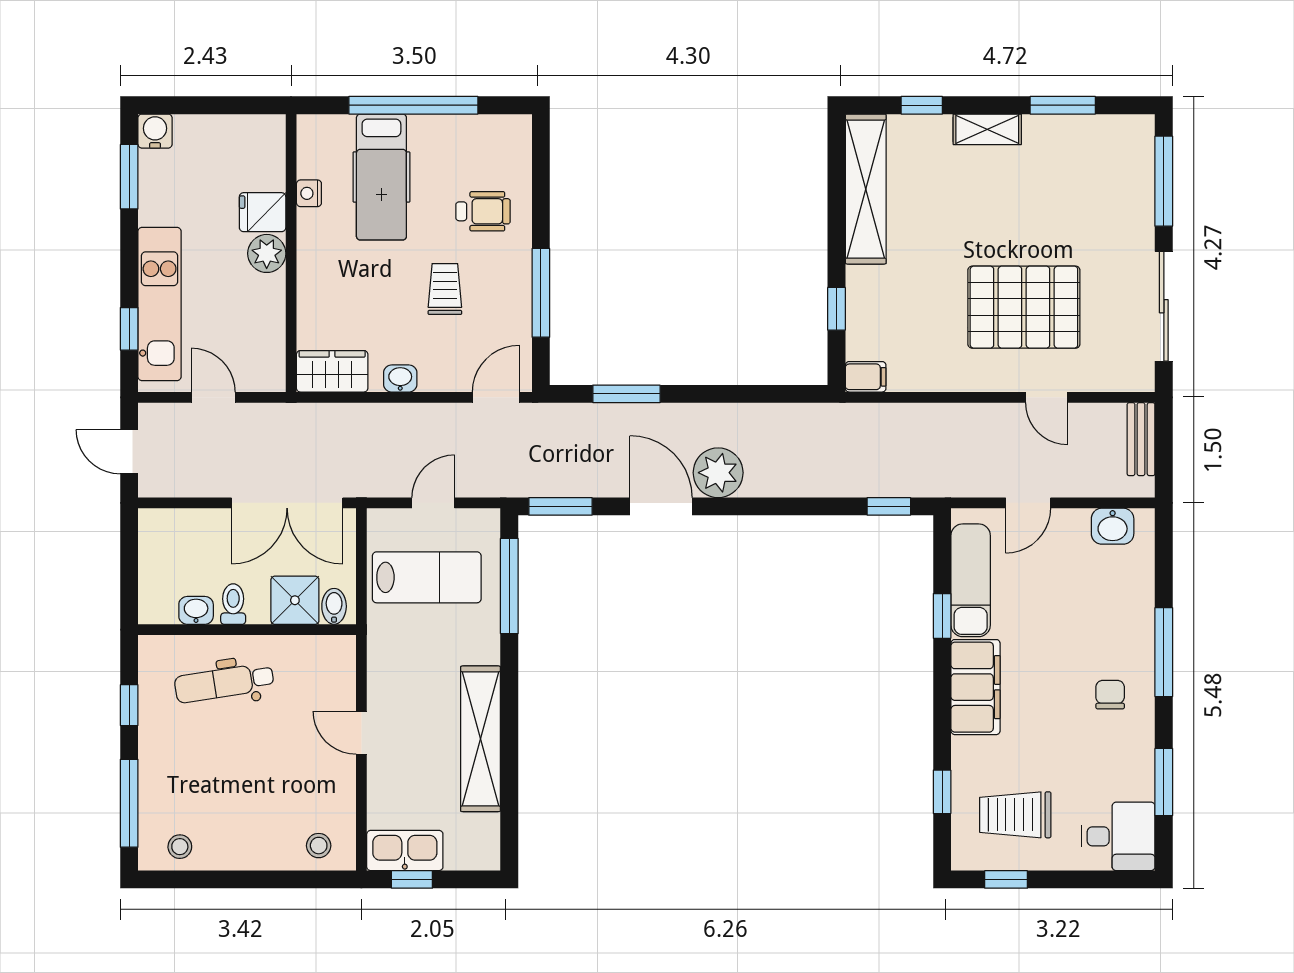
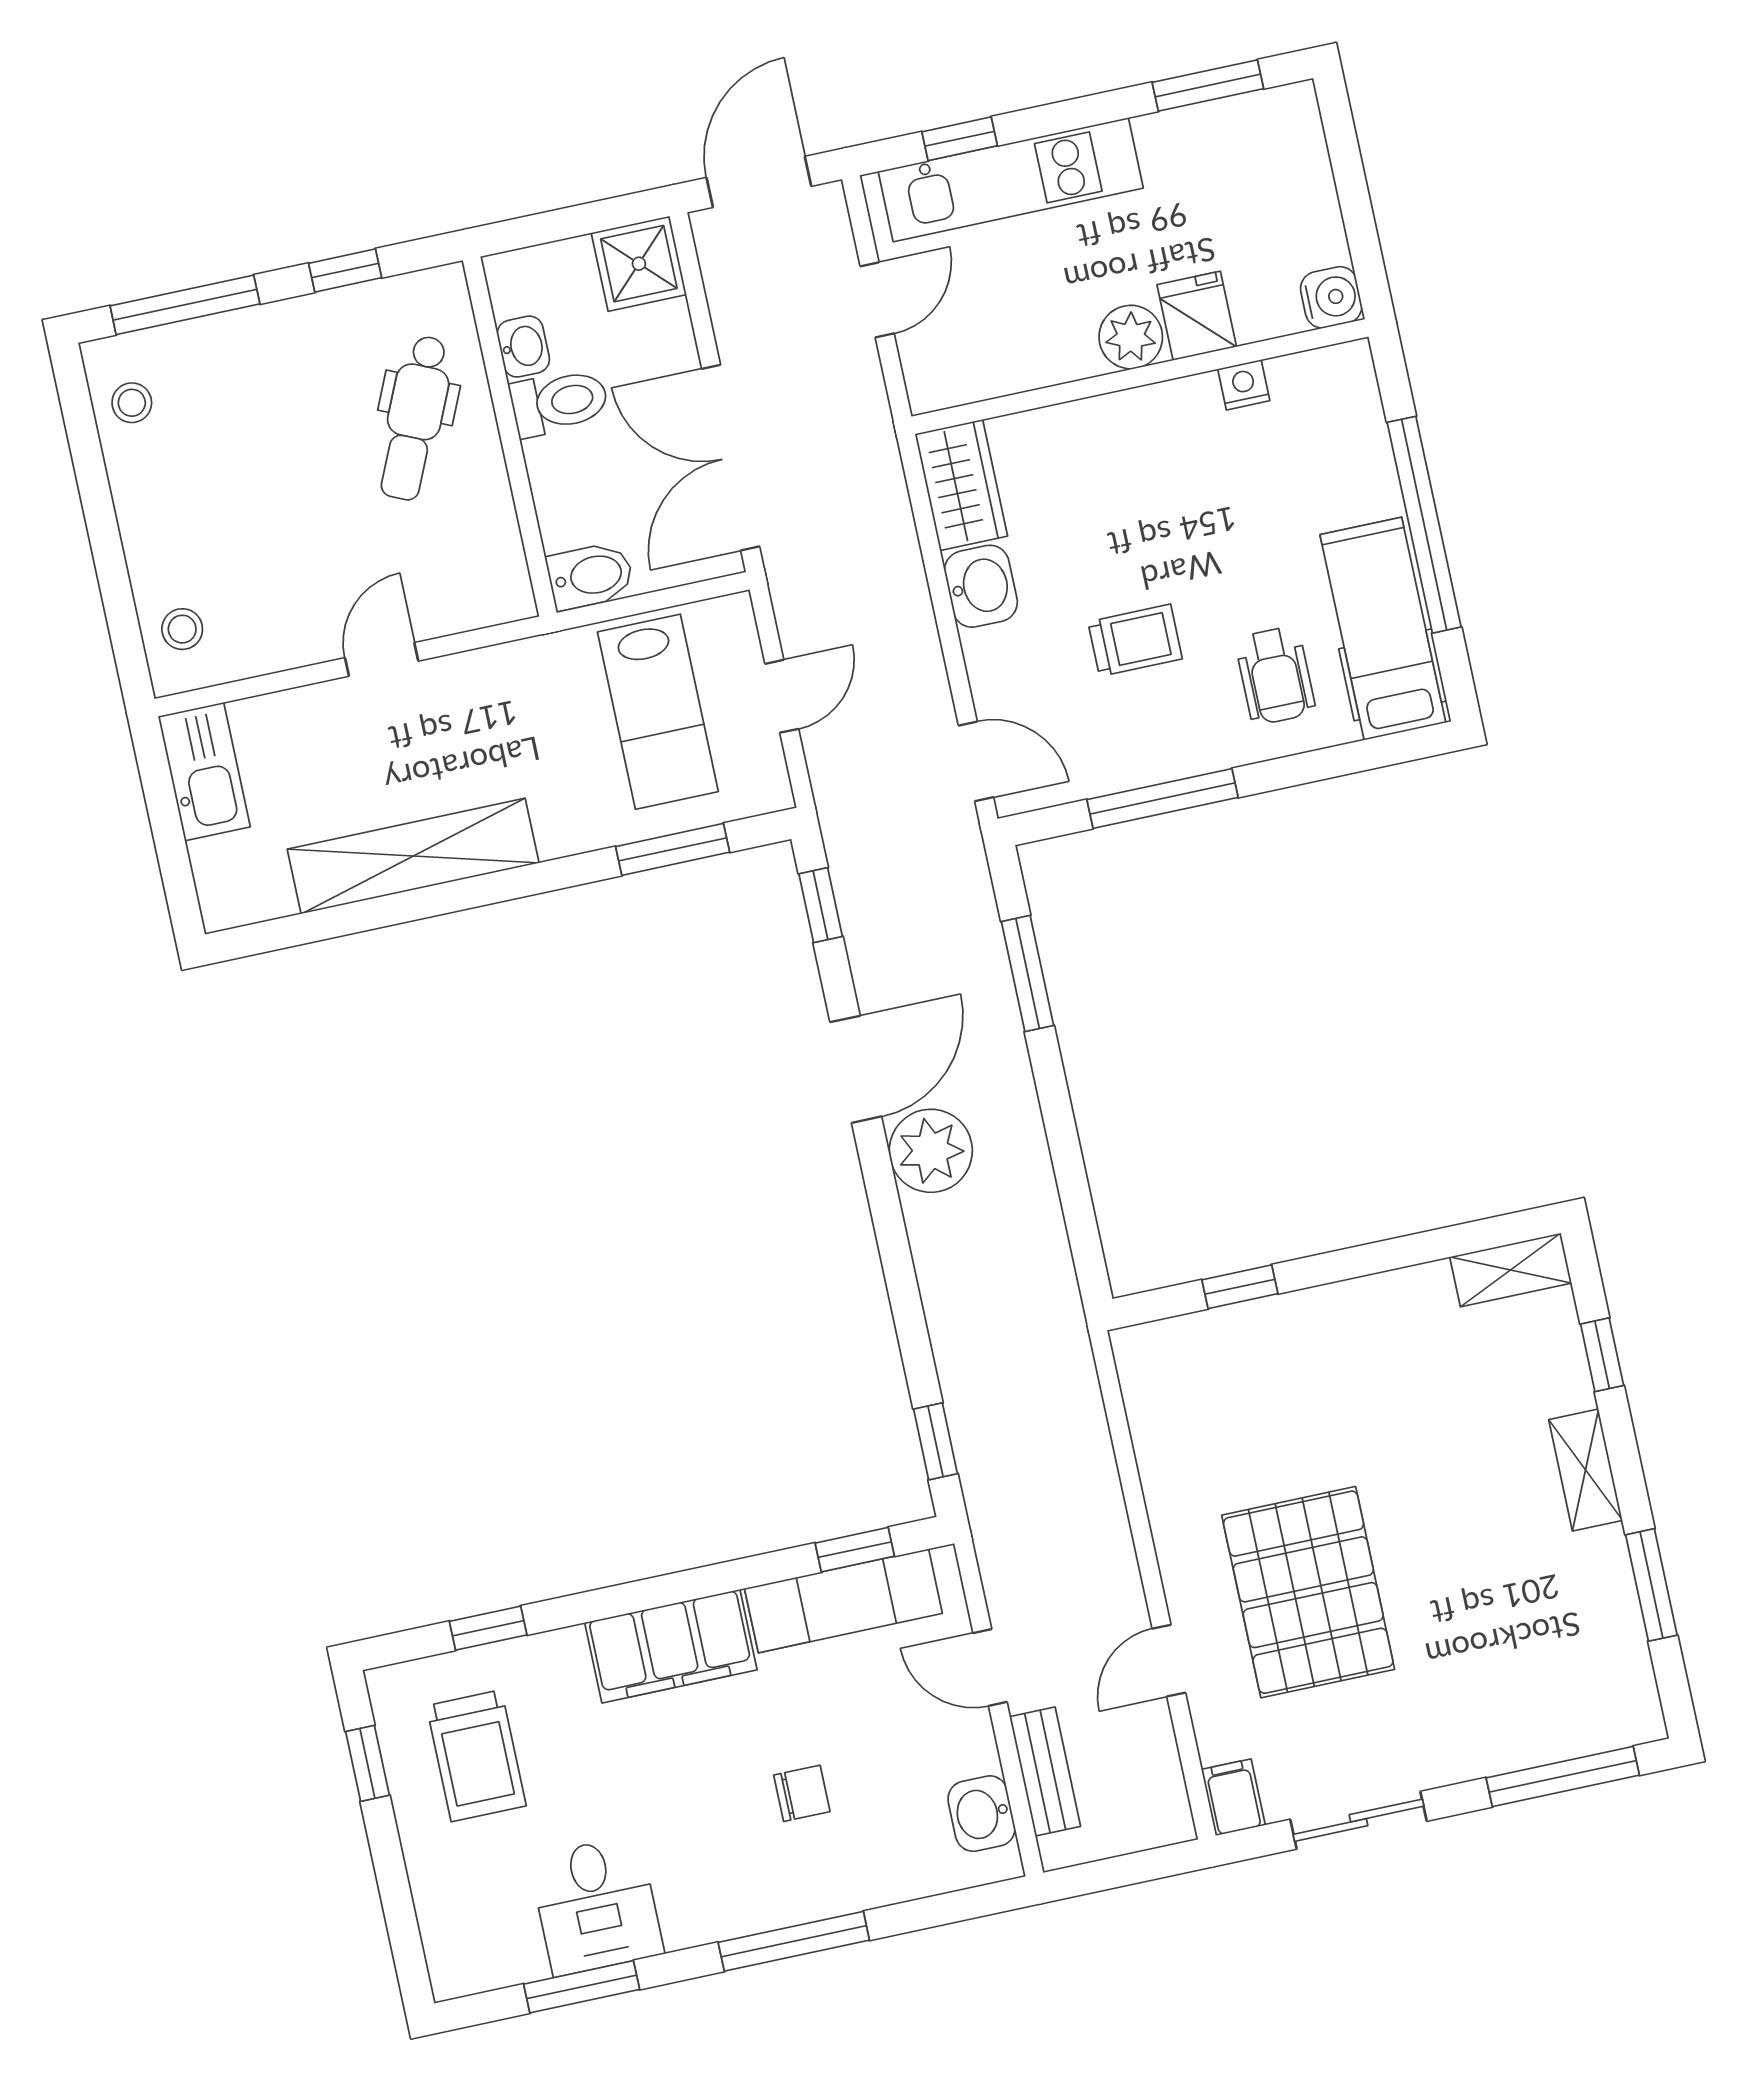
water cooler: (155, 131) -> (1331, 297), moved
hospital bed: (381, 177) -> (1383, 629), moved, turned 90
shelving: (866, 189) -> (1511, 1270), width x0.45, depth x0.75
sliding door: (1164, 306) -> (1359, 1820), width x0.73
filing cabinet: (866, 377) -> (1233, 1797), moved, turned 180
washbasin: (400, 379) -> (981, 586), width x1.38, depth x1.45
bench: (1141, 439) -> (1045, 1771), moved, turned 90
door: (129, 452) -> (759, 182), width x1.38
door: (433, 503) -> (782, 696), hinge flipped
window: (560, 506) -> (821, 905), width x0.67
window: (509, 586) -> (673, 849), width x0.69
shower: (295, 600) -> (639, 264), moved
toilet: (233, 604) -> (559, 402), width x1.37, depth x1.39
bidet: (334, 606) -> (590, 576), width x1.38, depth x1.36
window: (942, 616) -> (855, 1550), moved
dental chair: (224, 683) -> (415, 418), turned -147
chair: (1110, 695) -> (802, 1793), moved
trolley: (1015, 815) -> (476, 1756), turned 180
desk: (1118, 836) -> (596, 1906), moved
window: (412, 879) -> (159, 793), removed

